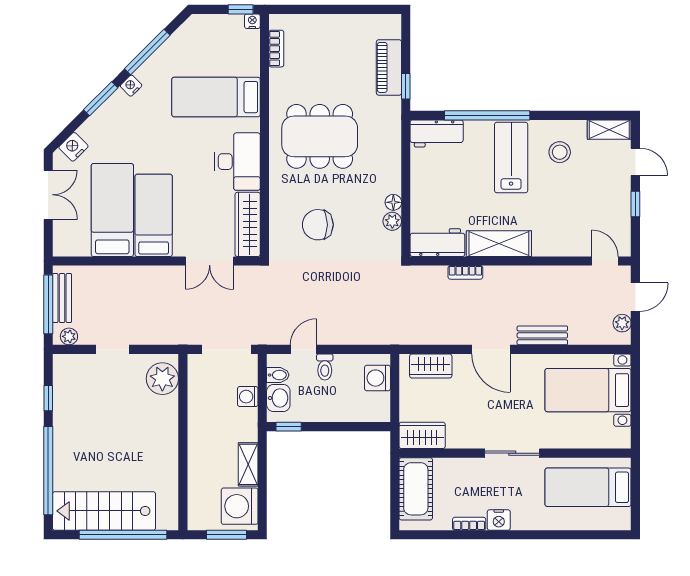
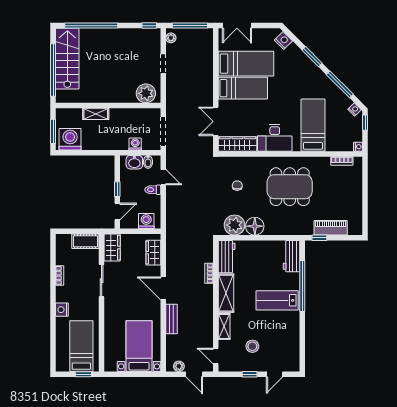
window: (241, 9) -> (365, 123), moved
nightstand: (131, 86) -> (355, 109), moved
shelving: (609, 130) -> (224, 326), moved
dining table: (320, 136) -> (290, 187), turned 90
stool: (560, 152) -> (252, 346), moved
lab bench: (511, 157) -> (277, 300), turned 180
double door: (48, 195) -> (237, 26), moved
floor lamp: (393, 202) -> (255, 226), width x1.89, depth x1.89
plant: (392, 221) -> (235, 225), width x1.88, depth x1.88
chair: (318, 225) -> (237, 186), width x0.54, depth x0.54
door: (605, 261) -> (216, 356), swing flipped
bench: (62, 298) -> (194, 34), removed
door: (491, 349) -> (163, 288), hinge flipped
window: (48, 398) -> (149, 26), moved
window: (289, 427) -> (117, 189), moved
door: (361, 427) -> (117, 212), added
sliding door: (512, 453) -> (102, 281), moved
shelving: (248, 464) -> (96, 114), moved
window: (635, 484) -> (83, 374), added
cot: (416, 489) -> (85, 241), width x0.73, depth x0.75
nightstand: (499, 520) -> (62, 310), moved

